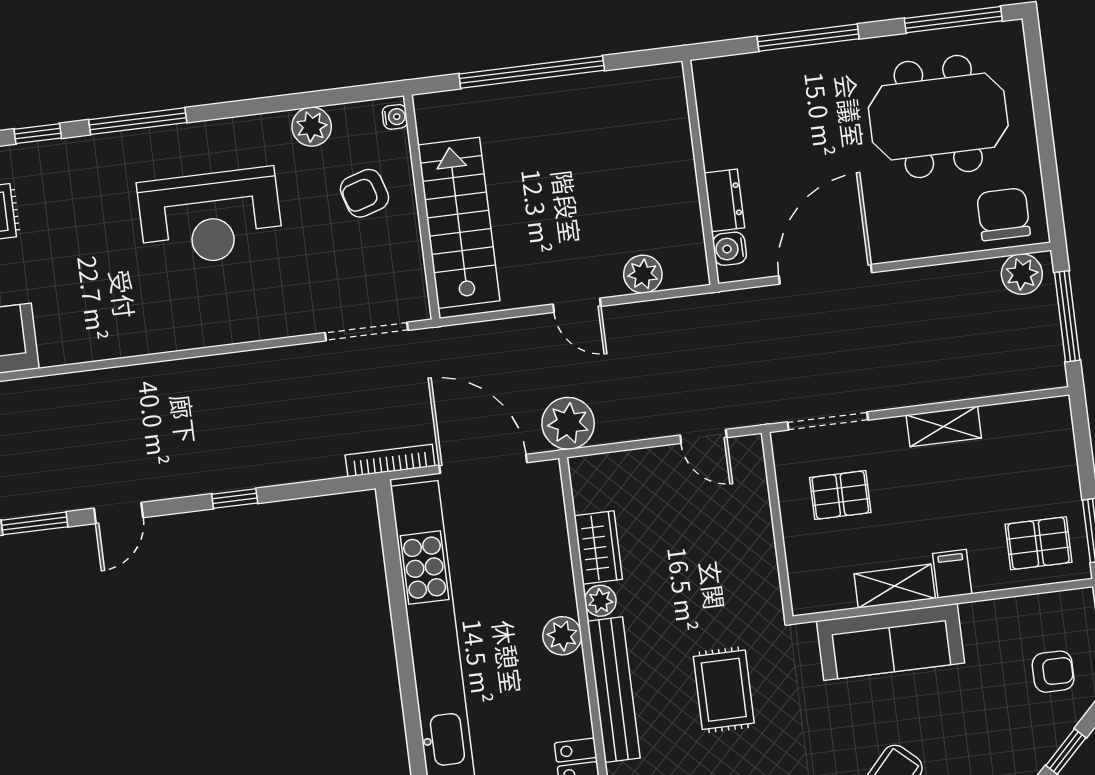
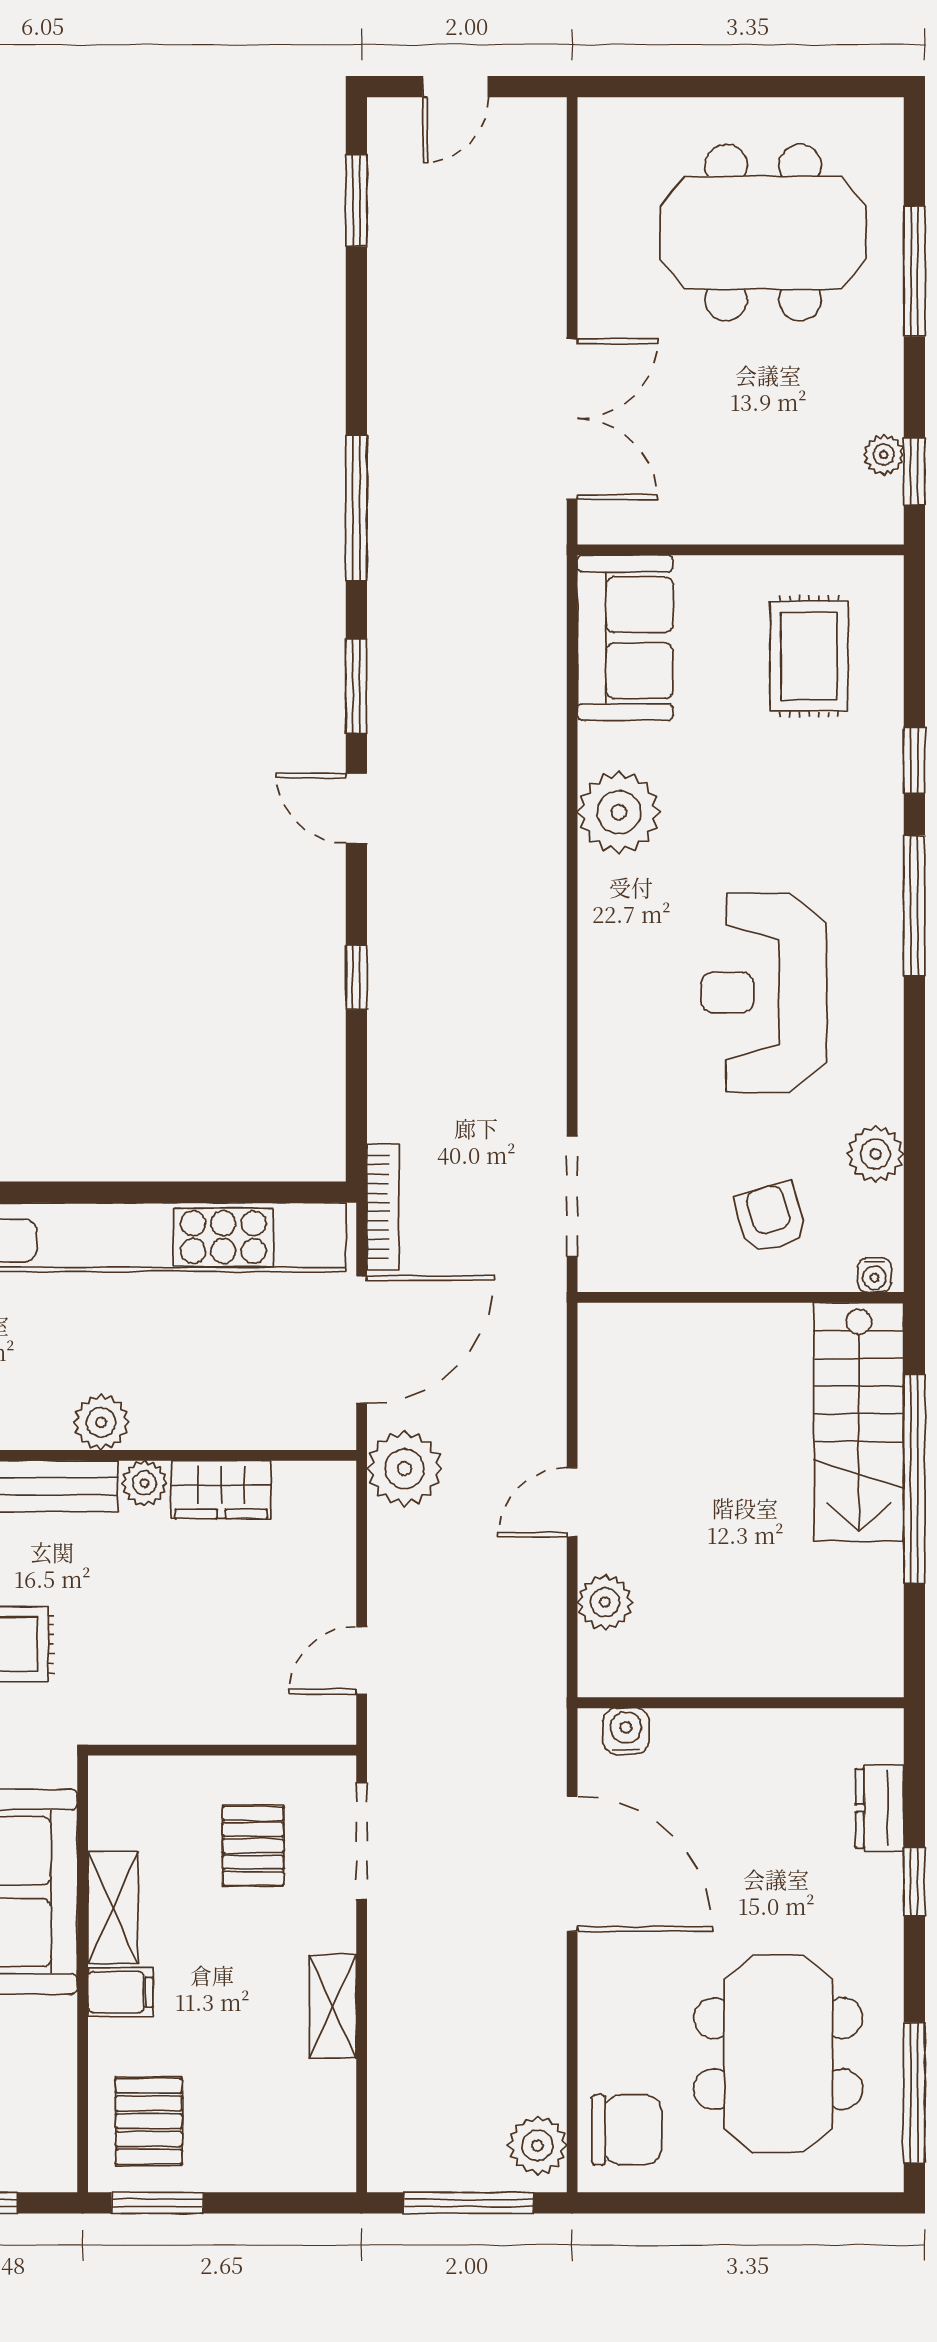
window: (808, 38) -> (914, 1881), width x0.46
dresser: (724, 200) -> (880, 1808), moved, turned 90
stairs: (459, 223) -> (859, 1422), moved, turned 90
plant: (99, 332) -> (619, 812), added

